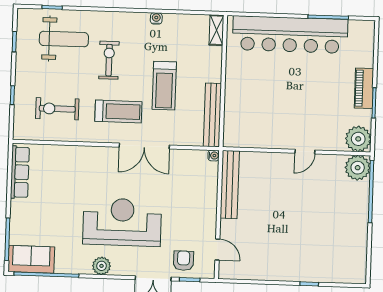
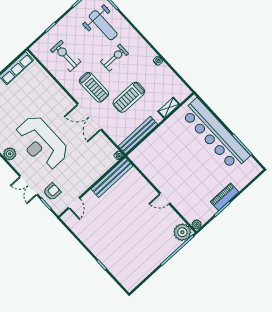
shelving: (216, 30) -> (169, 108), moved
plant: (358, 139) -> (197, 224), width x0.53, depth x0.53
reception desk: (122, 222) -> (41, 143), turned 180

